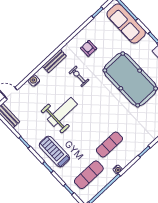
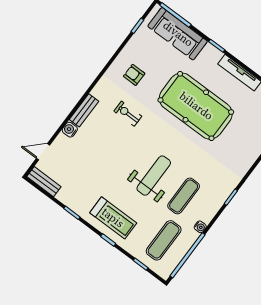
bench: (54, 61) -> (84, 110), moved
weight bench: (62, 112) -> (154, 176), moved
treadmill: (54, 152) -> (113, 218), turned 180

